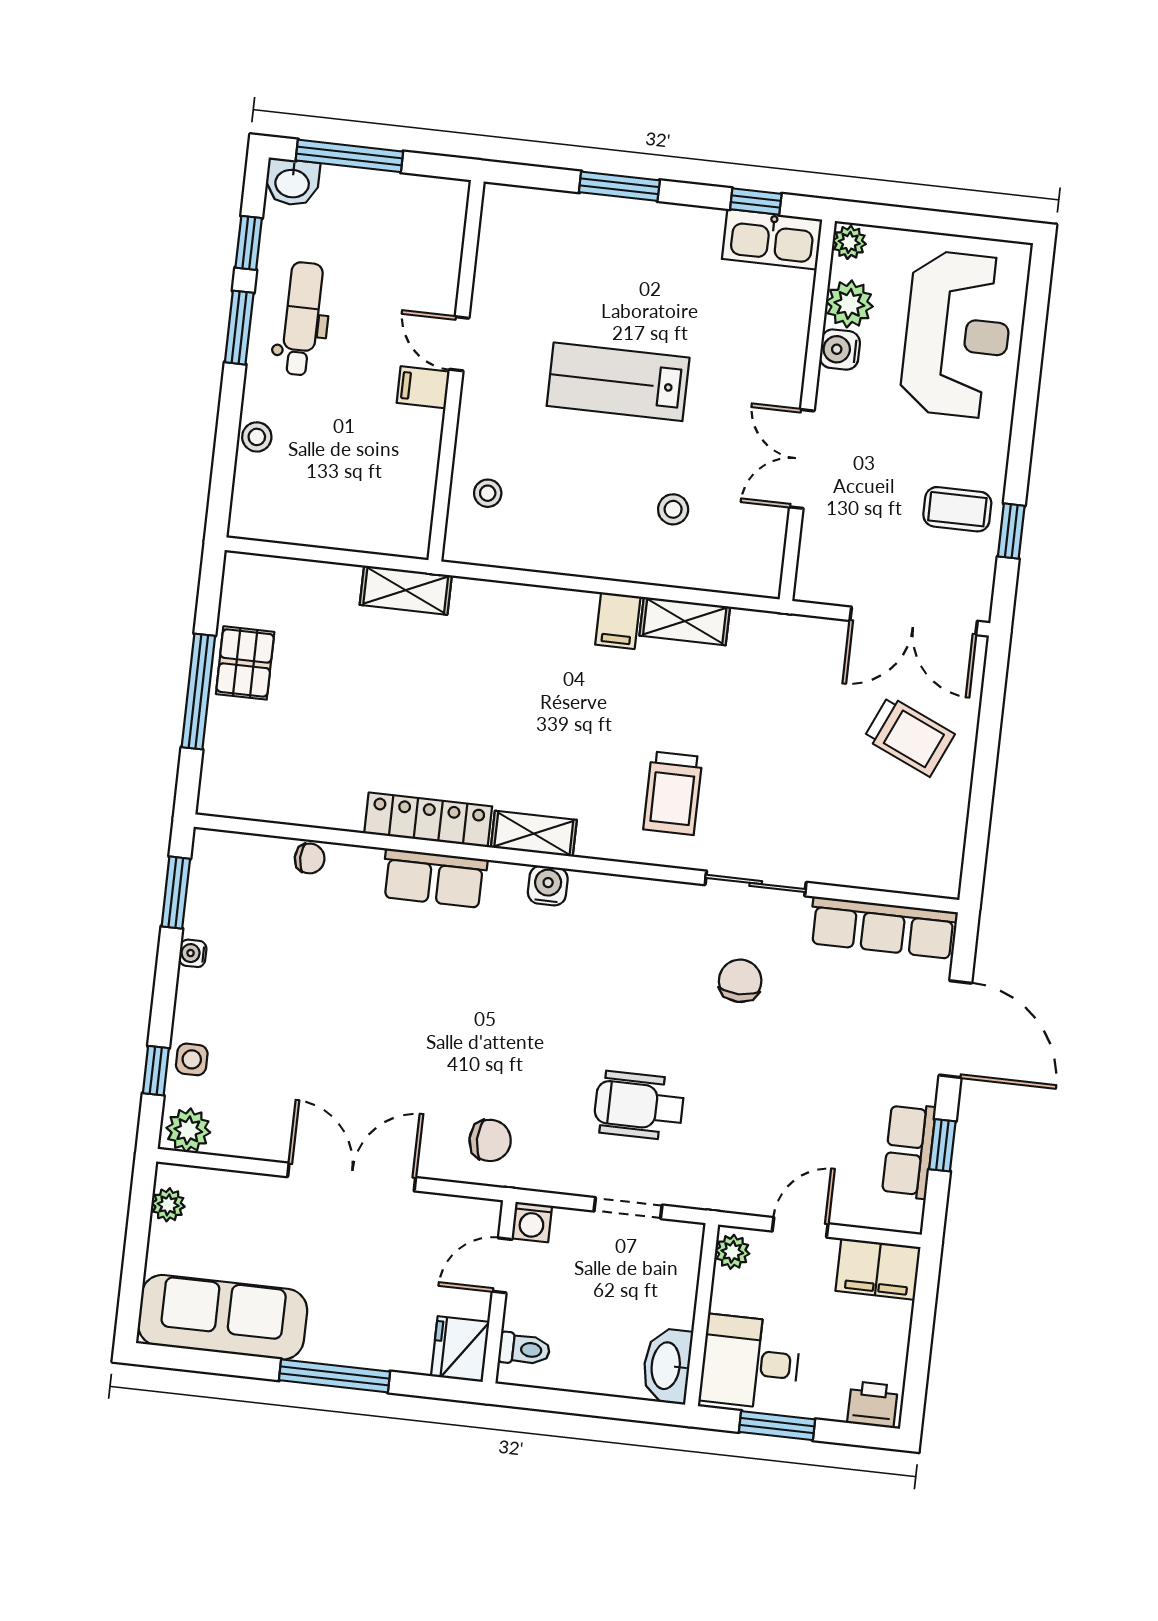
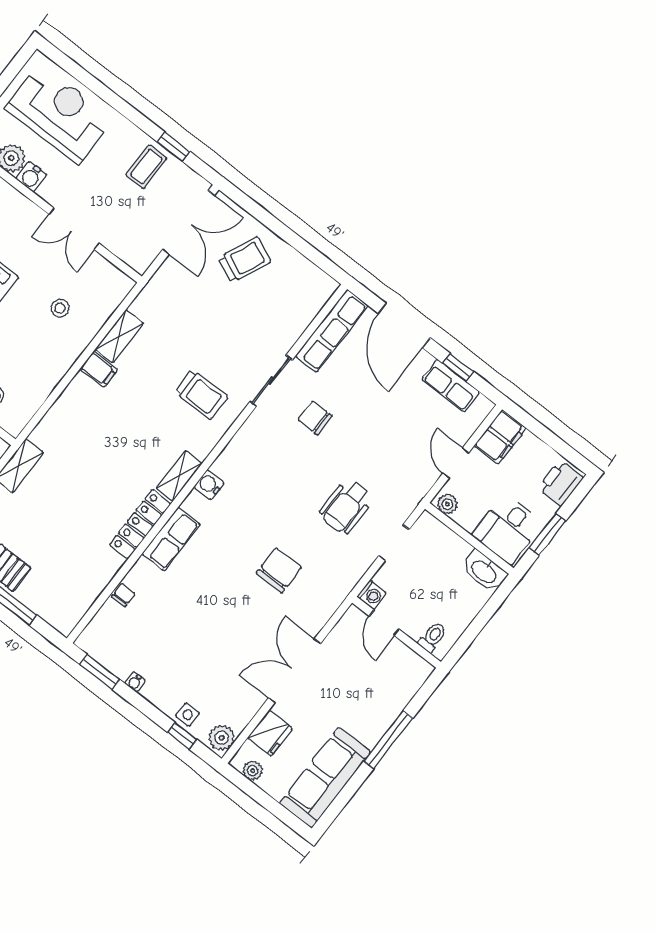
door: (955, 1029) -> (404, 326), swing flipped
chair: (490, 1140) -> (279, 570), moved, width x1.37, depth x1.37
fridge: (460, 1349) -> (270, 733), moved, turned -90
printer: (872, 1405) -> (560, 483), width x1.36, depth x1.24

